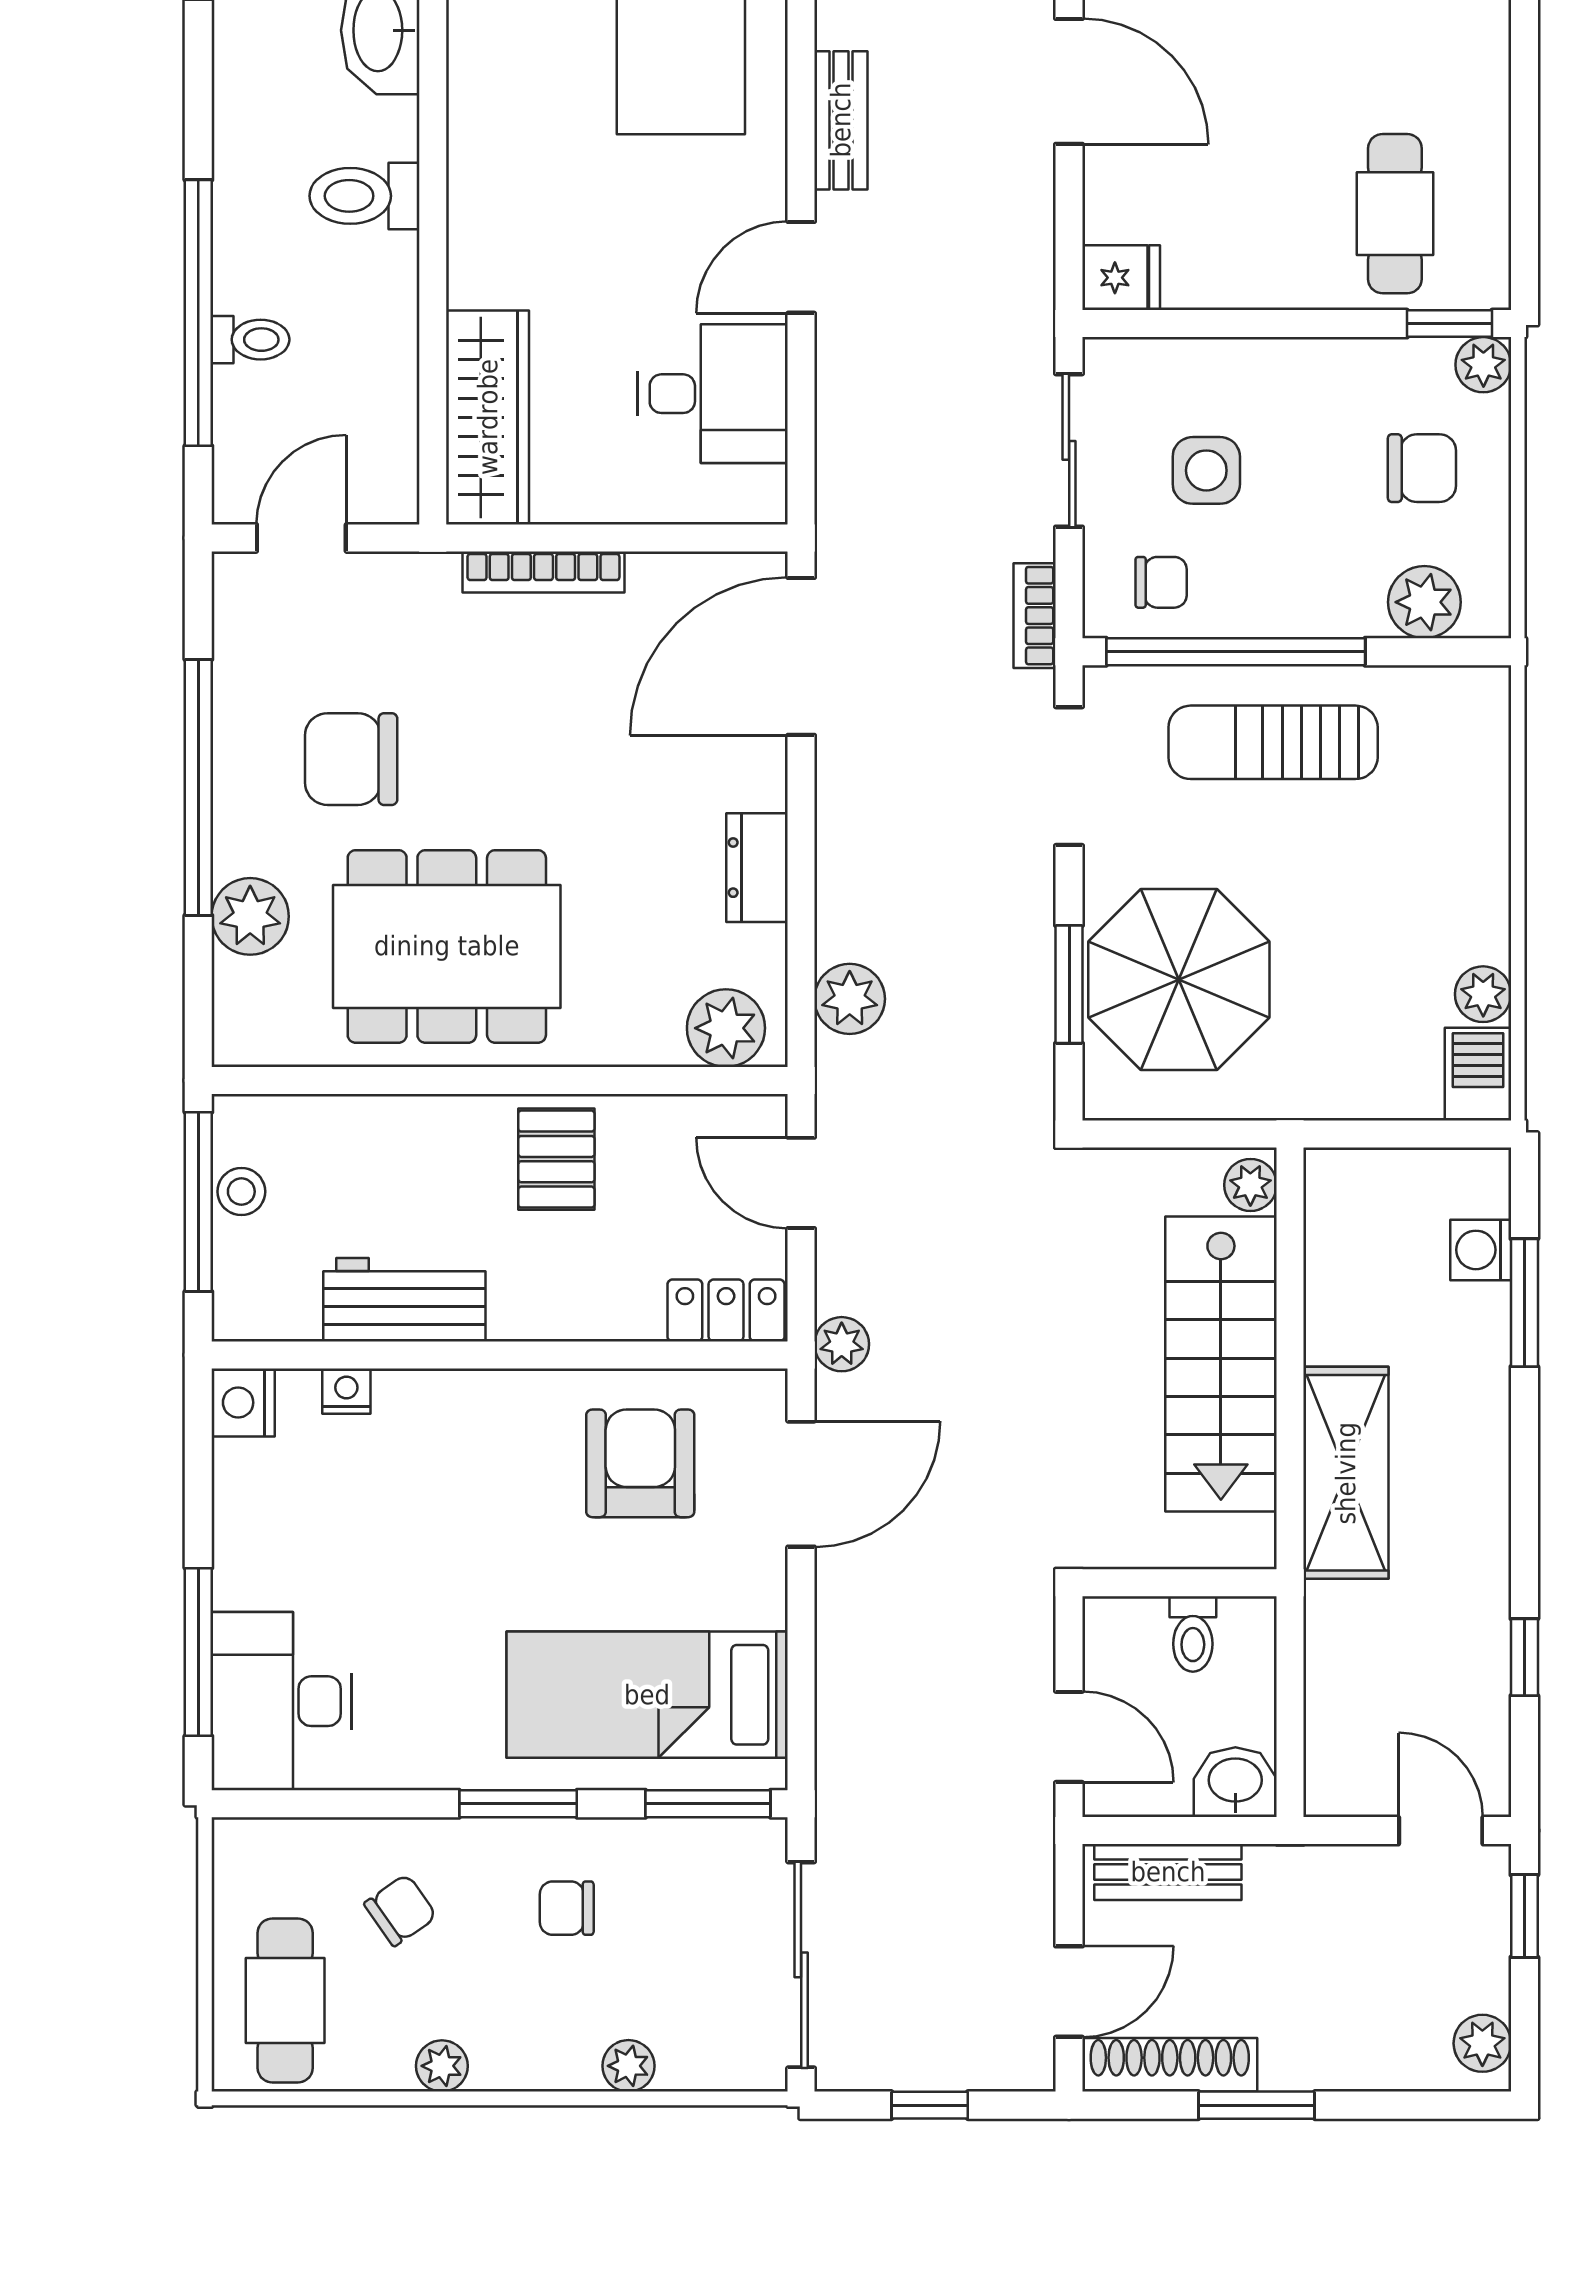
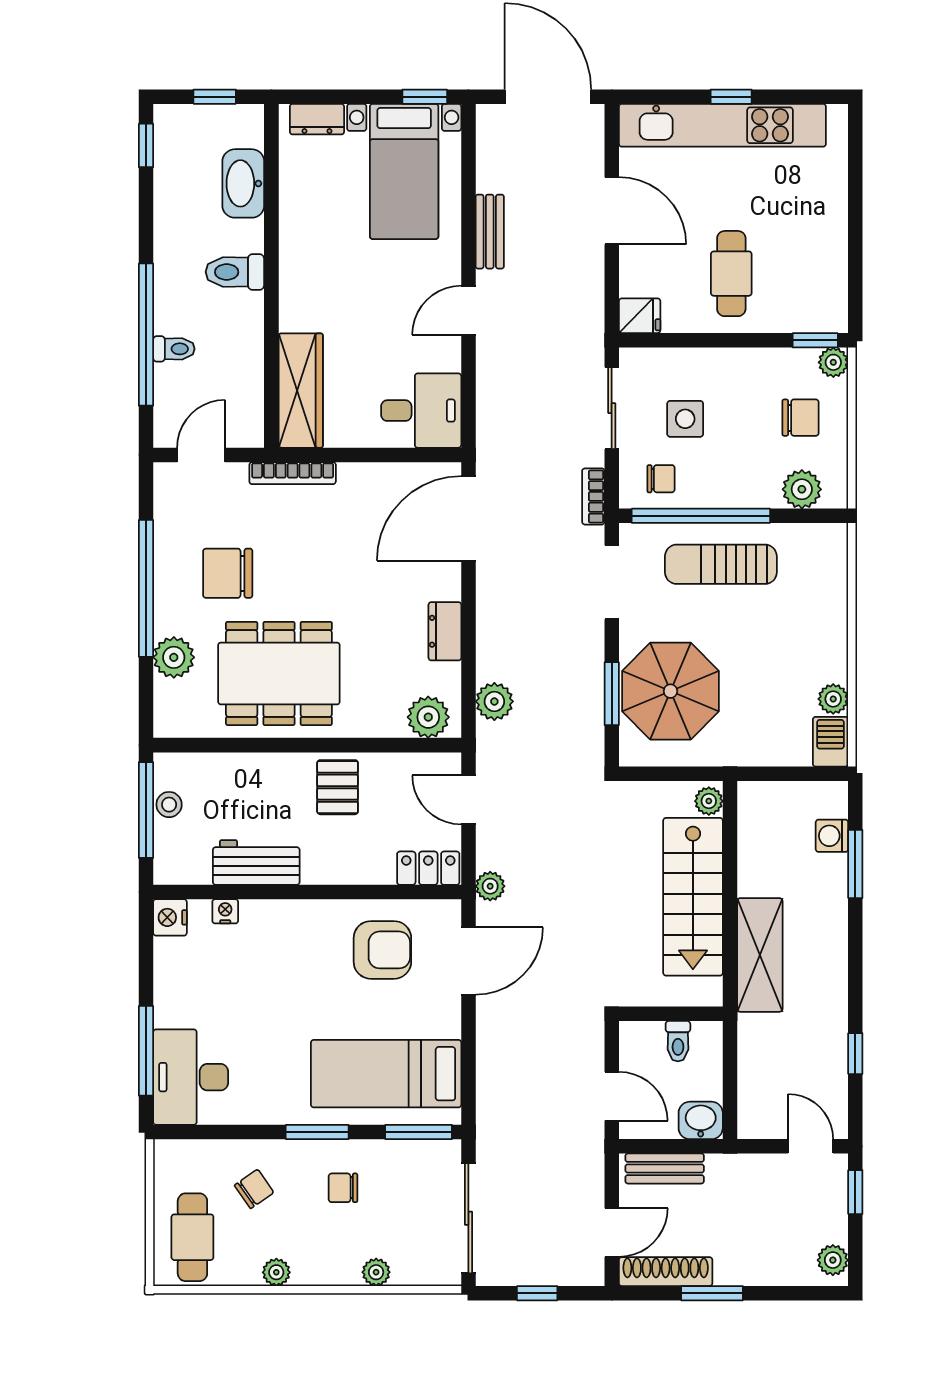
cafe table: (1395, 214) -> (731, 274), moved
desk: (713, 394) -> (421, 411), moved
bookcase: (543, 572) -> (293, 473), moved
armchair: (640, 1463) -> (382, 950), turned 90

